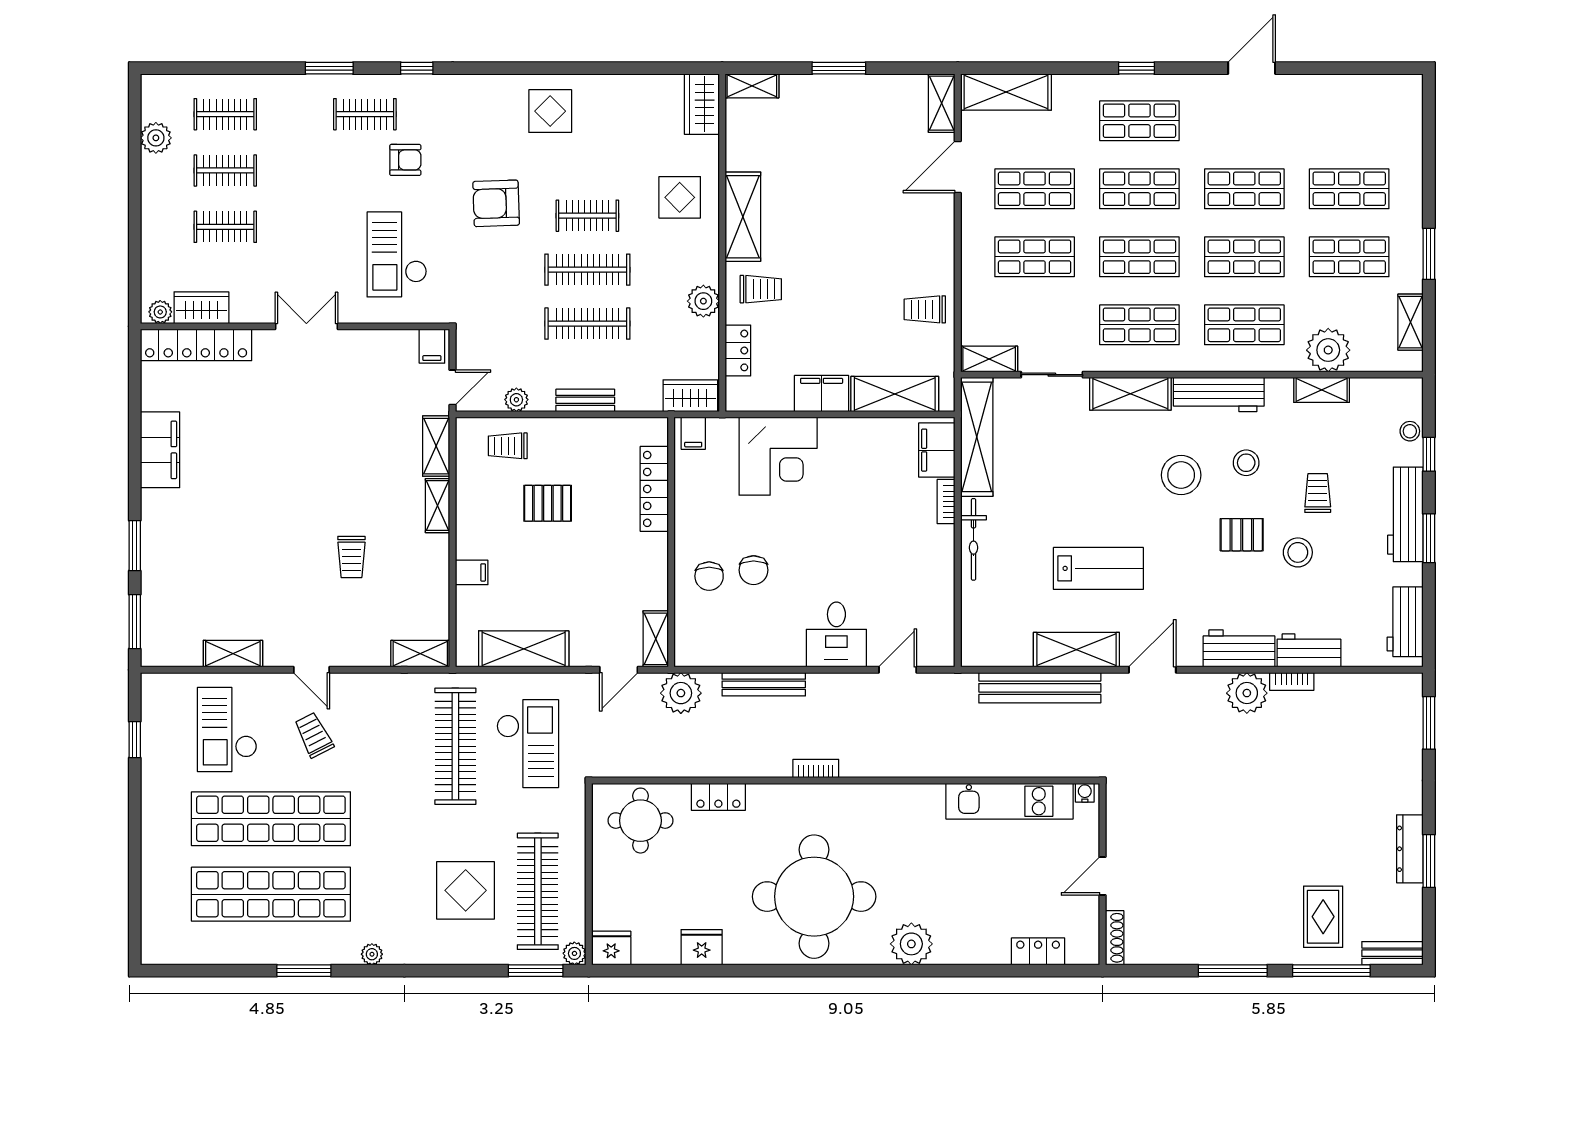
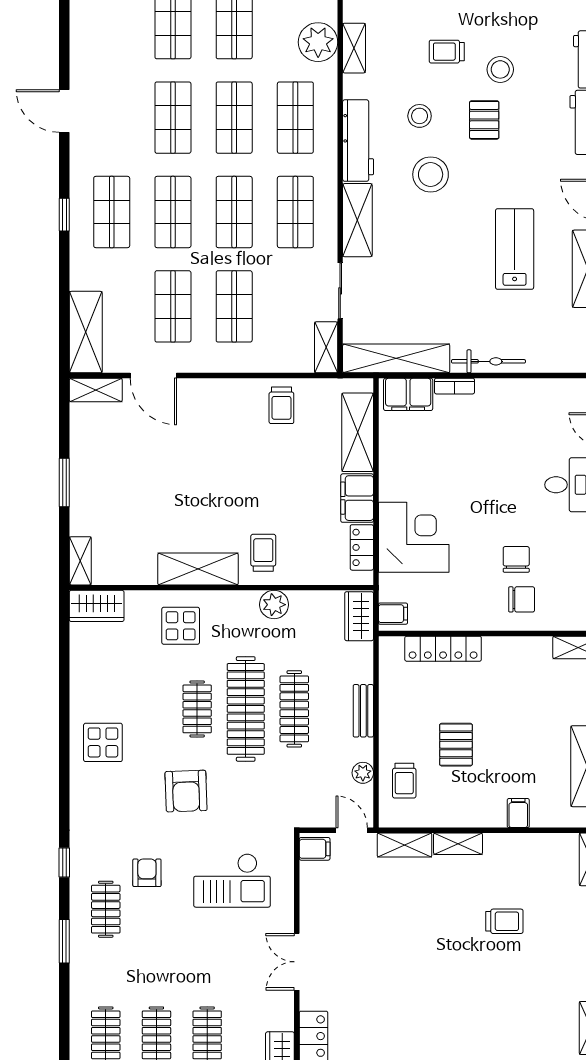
clothes rail: (587, 270) -> (246, 709), width x1.37, depth x1.31
locker: (738, 350) -> (362, 547), moved, turned -90
chair: (754, 570) -> (516, 559), turned -90

